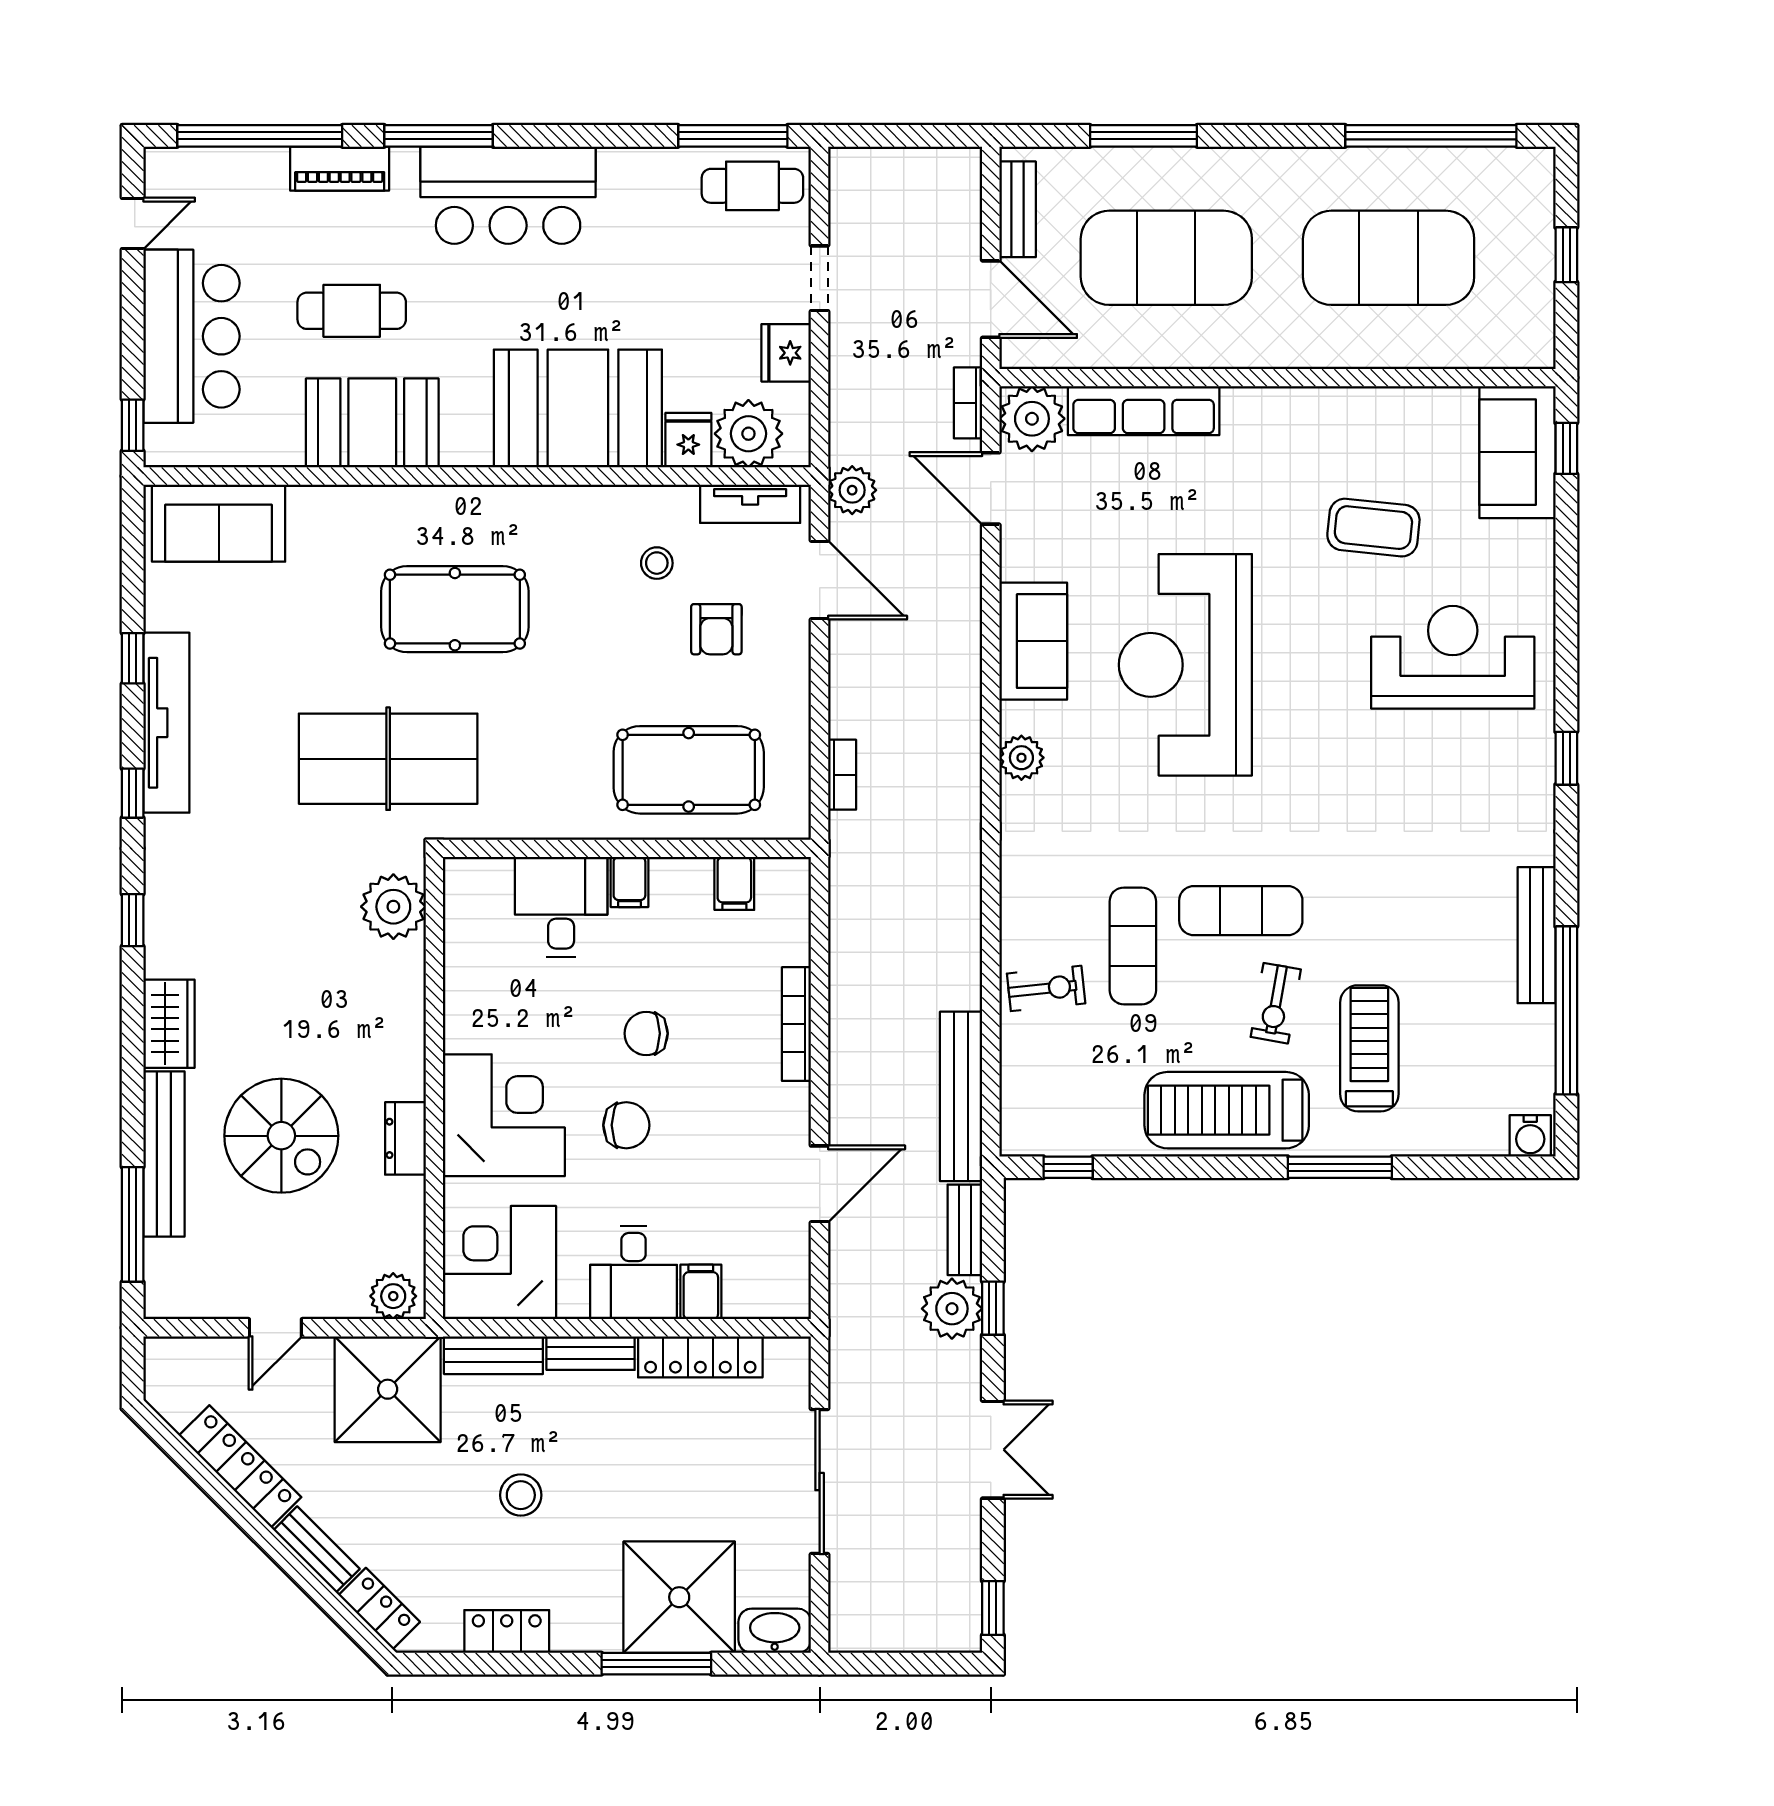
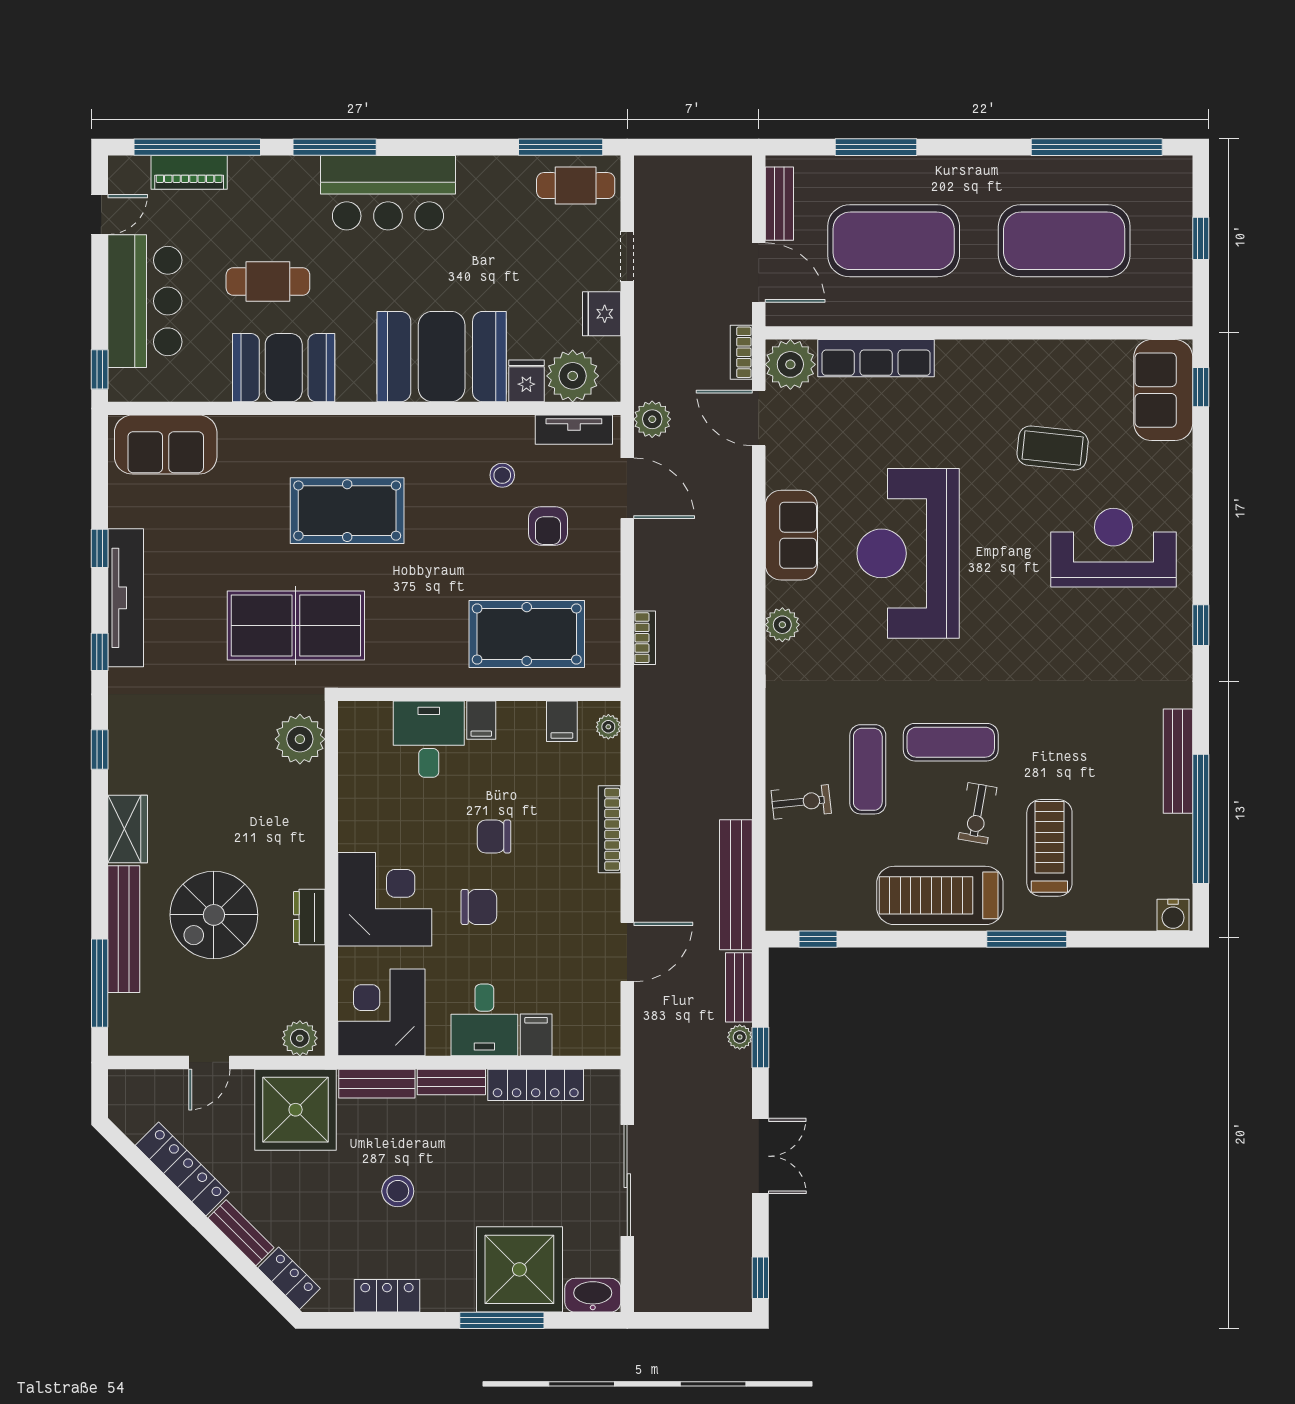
piano: (340, 169) -> (189, 172), moved
plant: (795, 891) -> (608, 727), added
spiral stairs: (281, 1136) -> (214, 915), turned 90
plant: (952, 1309) -> (740, 1037), width x0.53, depth x0.53

